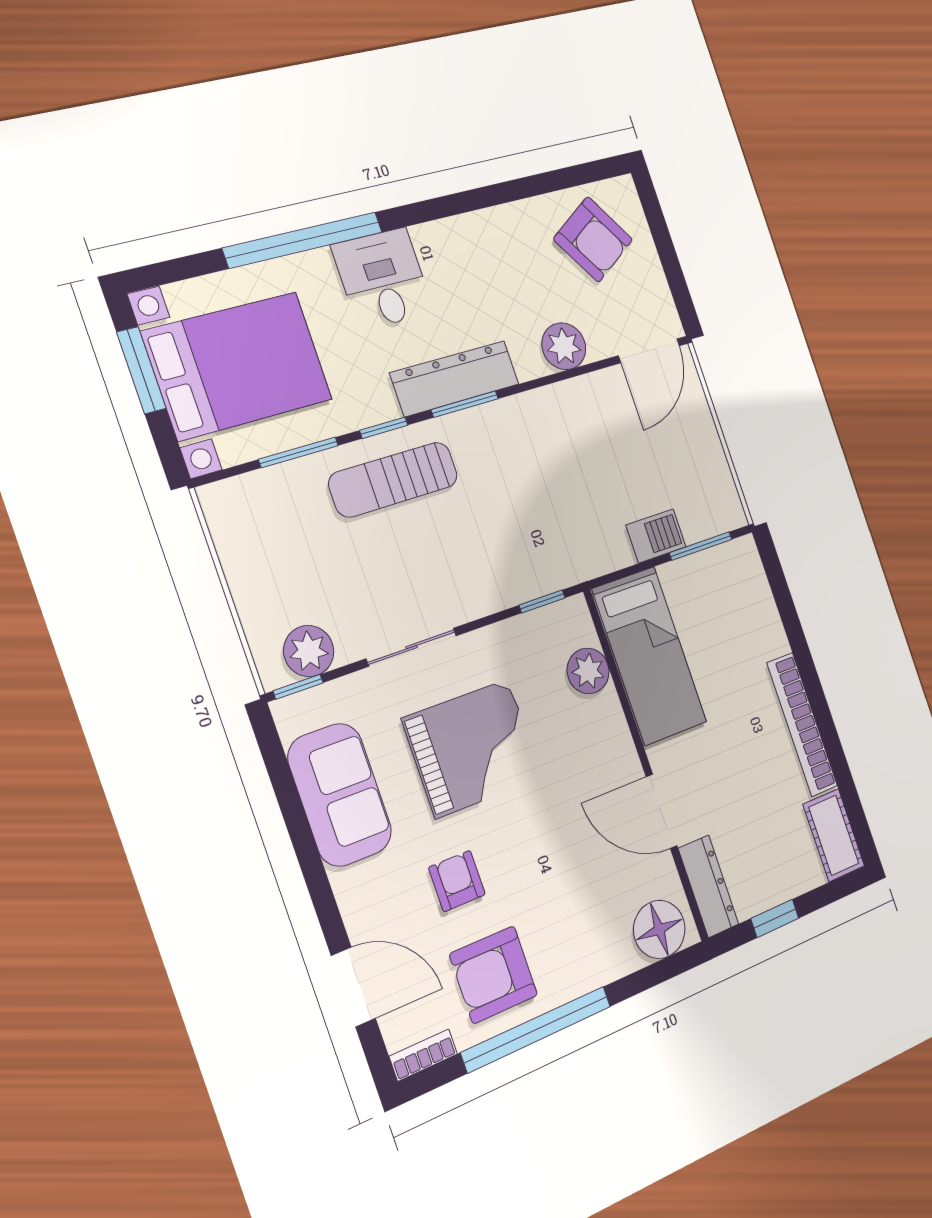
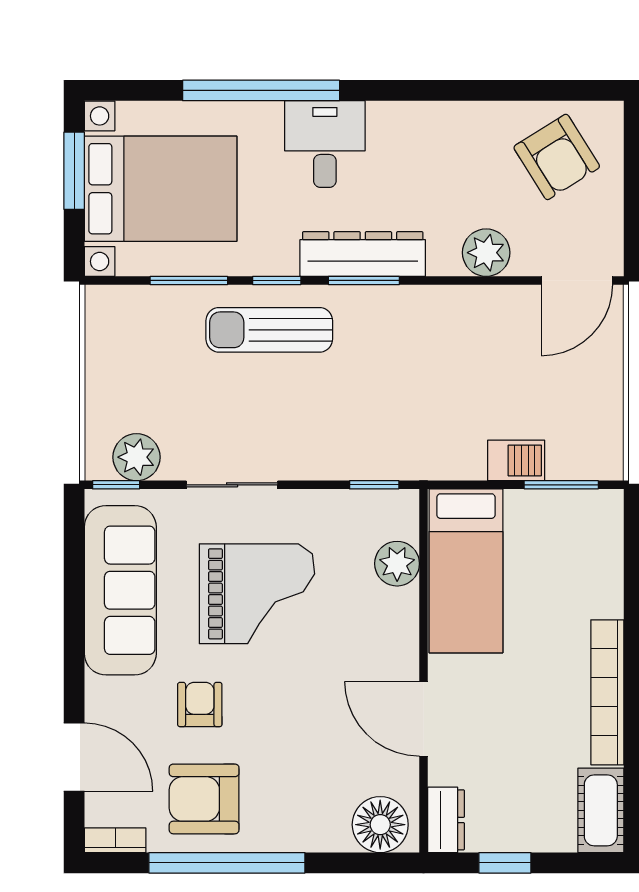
sofa: (340, 795) -> (120, 590), width x1.36
dresser: (708, 886) -> (446, 820), width x0.70

